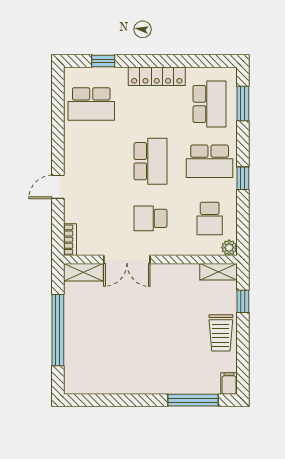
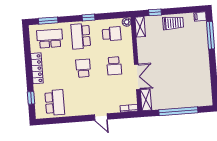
school desk: (150, 161) -> (83, 68), width x0.54
school desk: (210, 161) -> (81, 36), turned 180

